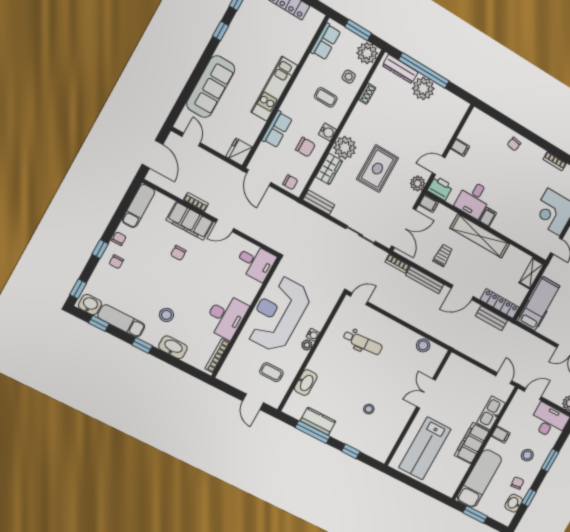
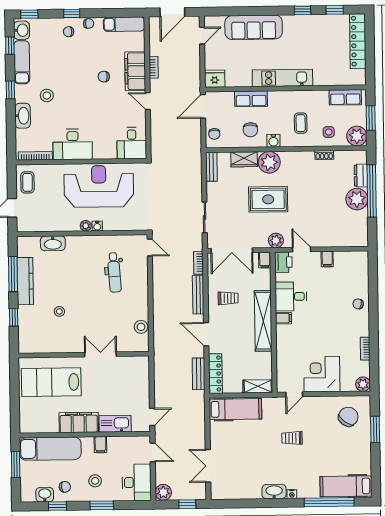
dresser: (400, 69) -> (361, 176), width x0.70
coffee table: (271, 372) -> (27, 182), moved
kitchen counter: (318, 421) -> (25, 281), width x1.50

